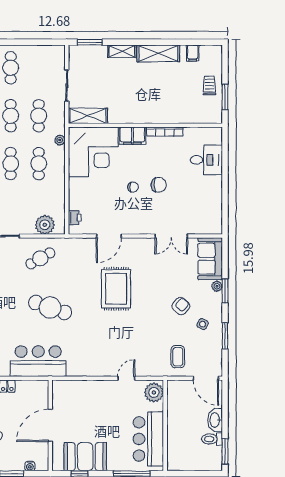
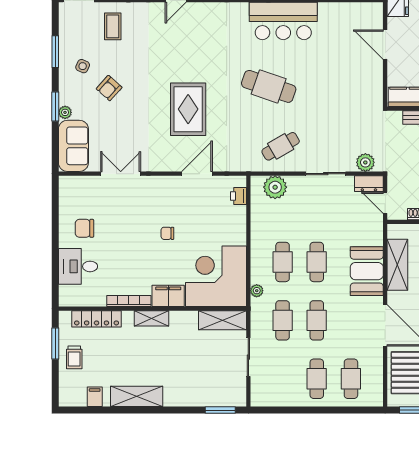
shelving: (122, 51) -> (152, 318), moved
locker: (191, 117) -> (97, 319), added
chair: (159, 185) -> (84, 228), moved

